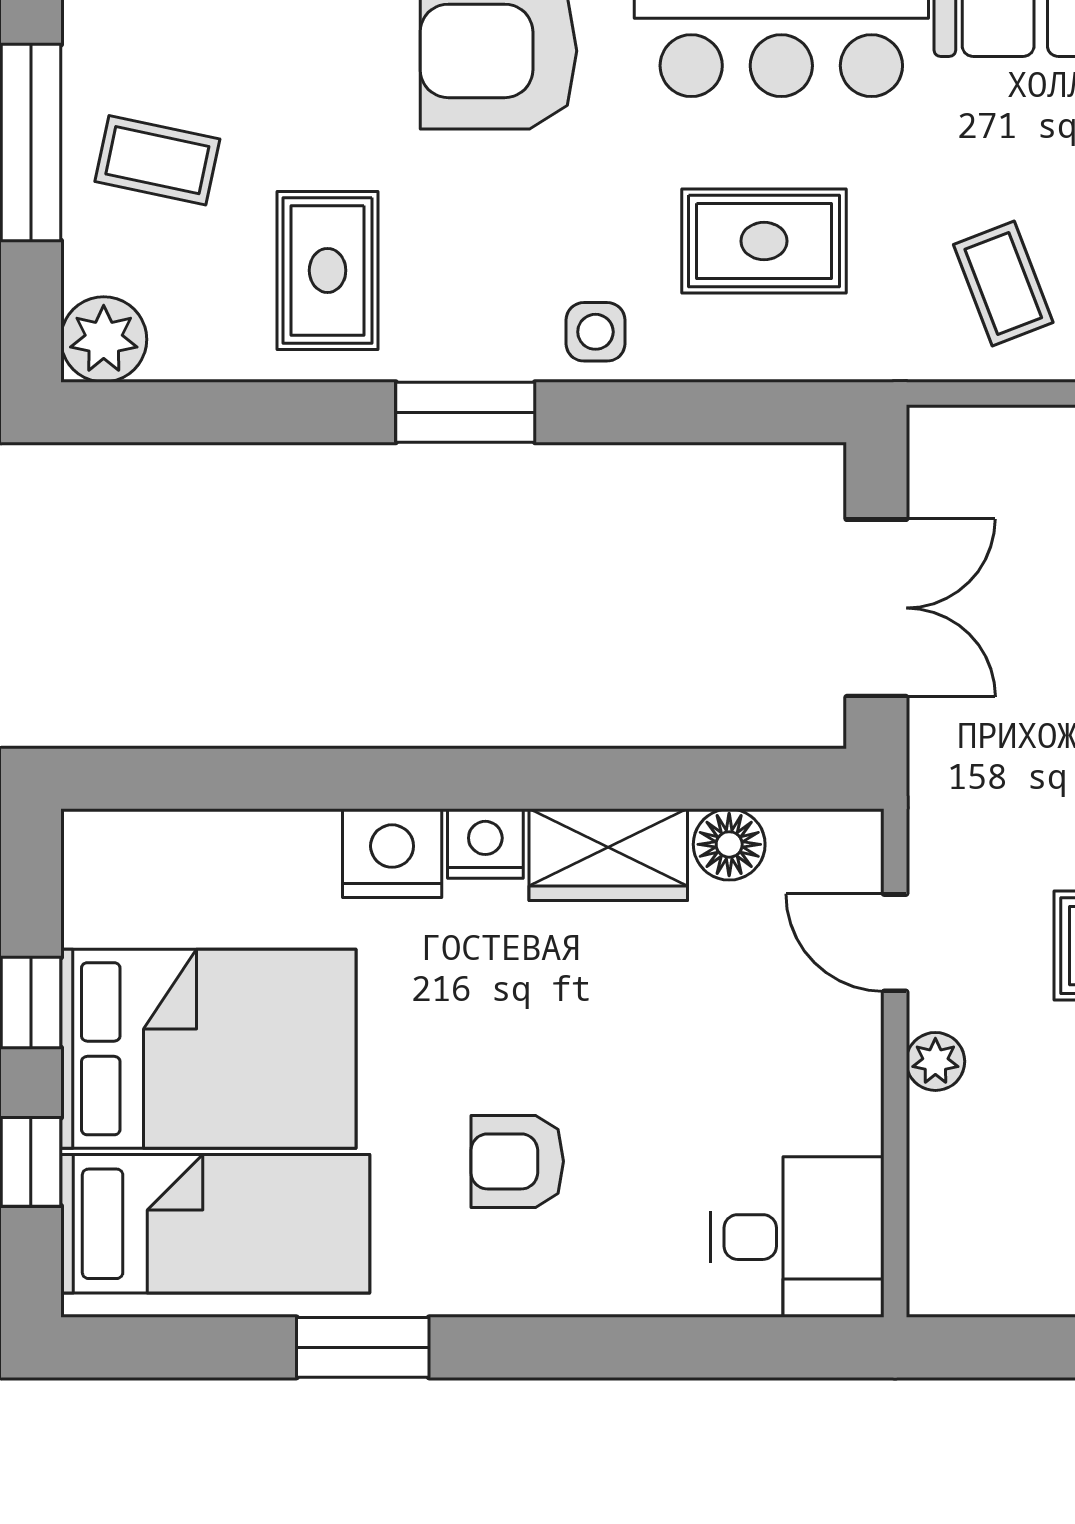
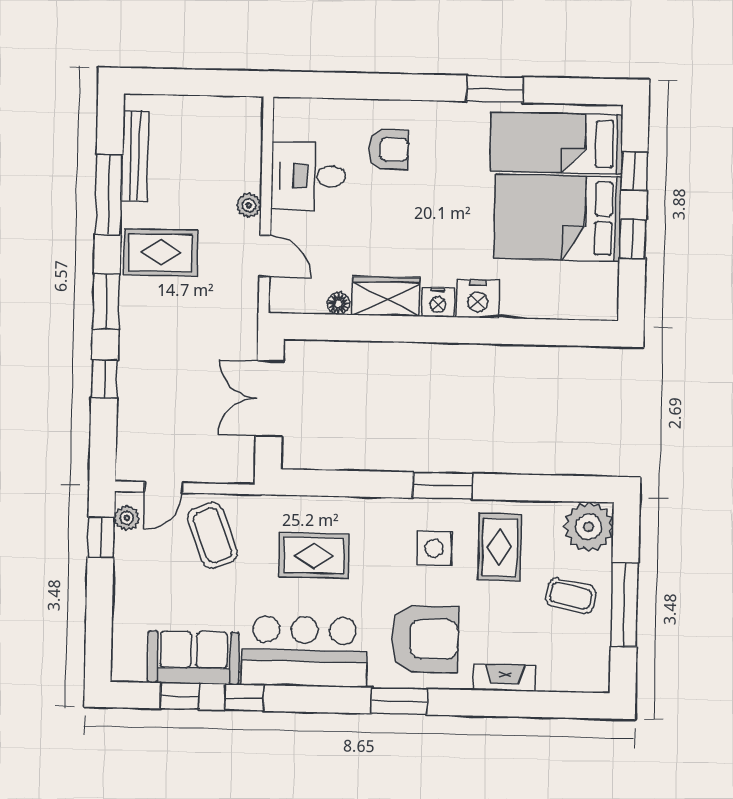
coffee table: (1003, 284) -> (212, 535), width x1.36, depth x1.30
side table: (595, 332) -> (434, 548), moved, width x1.37, depth x1.37
plant: (104, 339) -> (589, 527), width x1.36, depth x1.36
floor lamp: (729, 844) -> (338, 304), width x0.73, depth x0.73
armchair: (517, 1161) -> (389, 149), moved
desk: (797, 1237) -> (308, 176), moved

